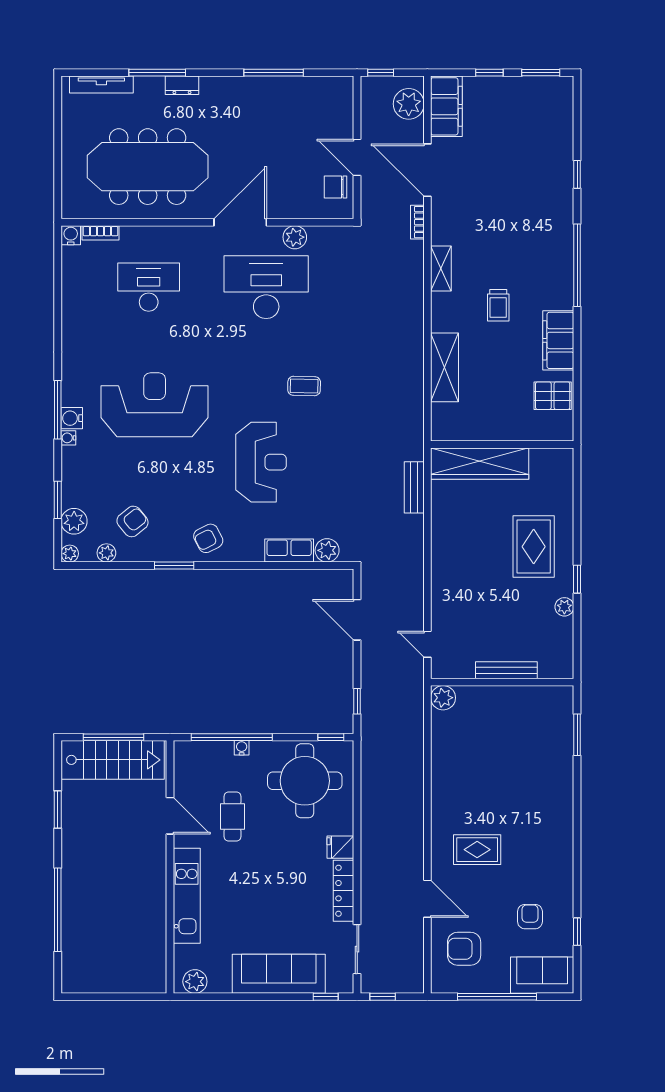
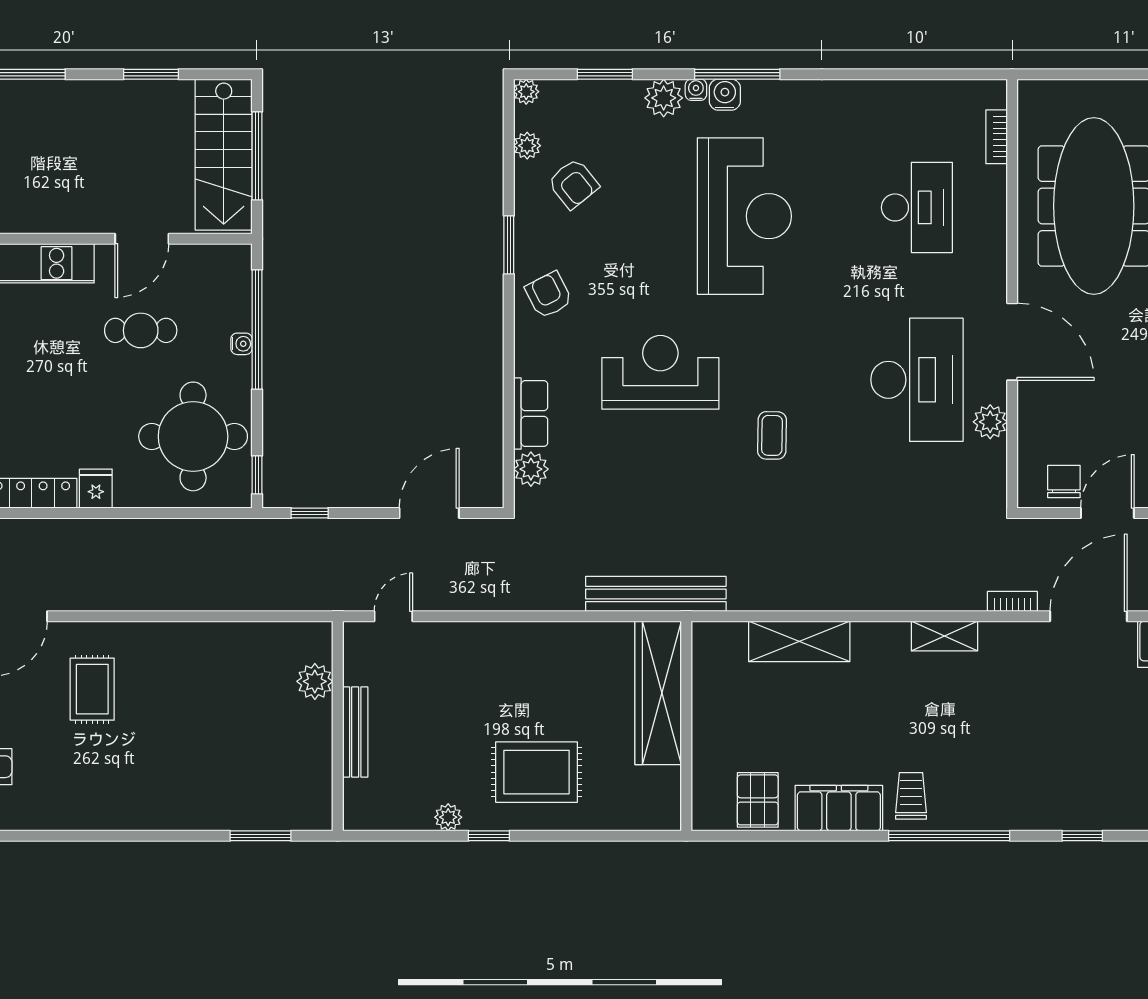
water cooler: (71, 235) -> (993, 93), removed
trolley: (498, 305) -> (911, 796), moved, turned 90
reception desk: (261, 462) -> (660, 372), turned 180
bench: (414, 487) -> (656, 594), width x1.86, depth x1.21
plant: (74, 521) -> (664, 98), moved
plant: (443, 698) -> (315, 681), moved

